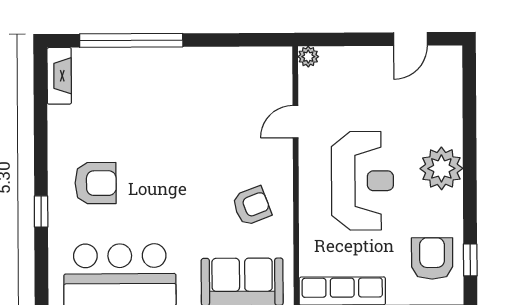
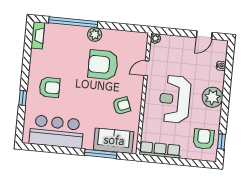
plant: (179, 62) -> (95, 34), added
water cooler: (453, 100) -> (221, 66), added
armchair: (203, 124) -> (103, 65), added
reception desk: (362, 181) -> (175, 99), turned 180

